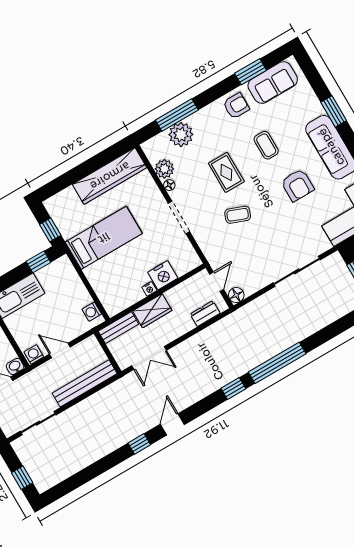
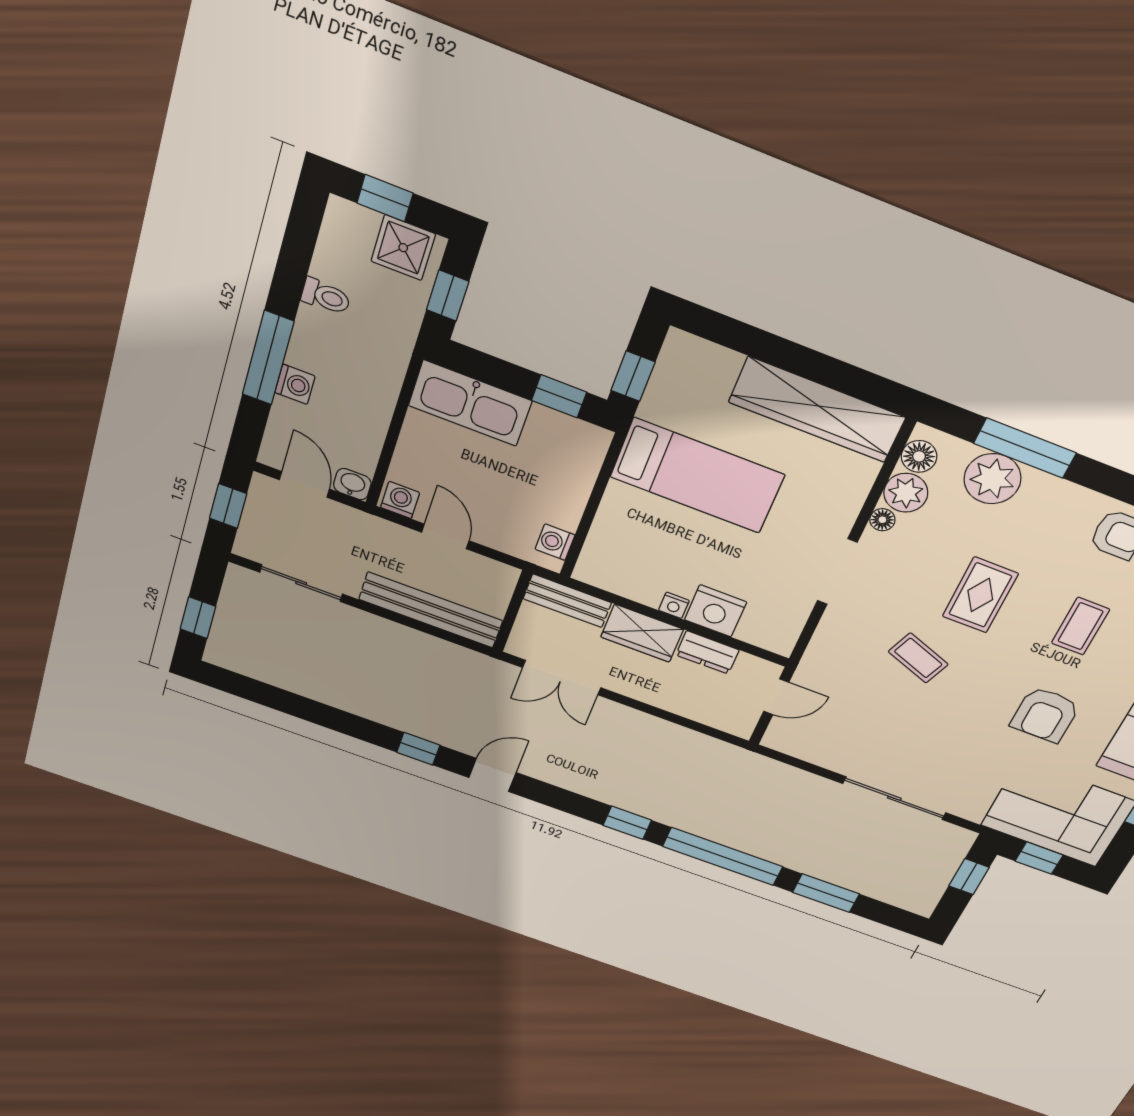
floor lamp: (236, 295) -> (919, 456), moved
dresser: (205, 314) -> (707, 652), moved, turned 180
window: (325, 335) -> (826, 893), added

